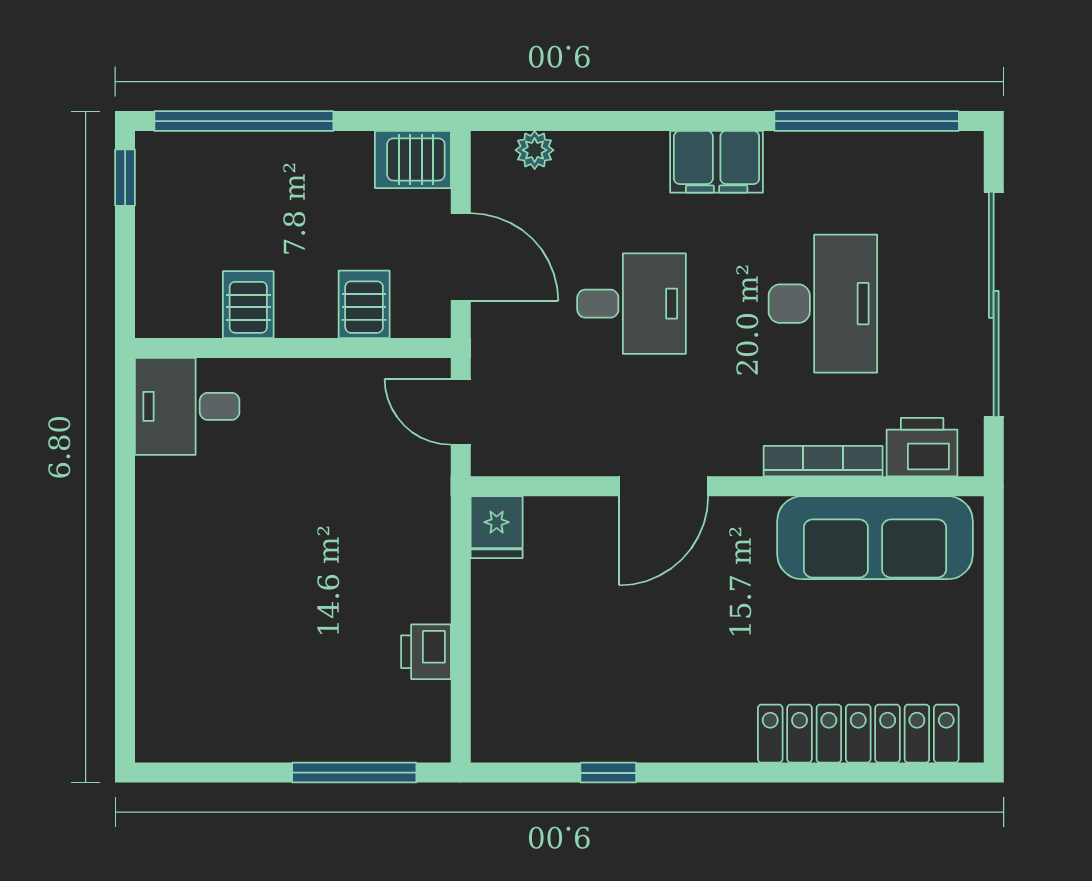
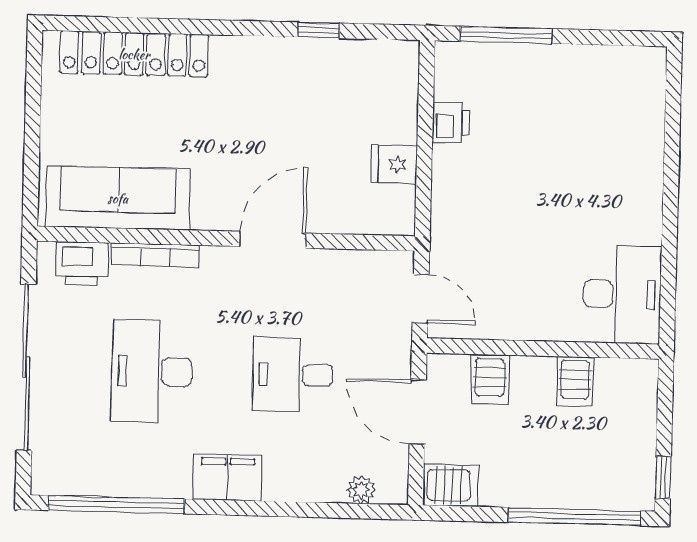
desk: (187, 406) -> (622, 294), width x1.37
fridge: (497, 527) -> (394, 164), moved, turned -90

